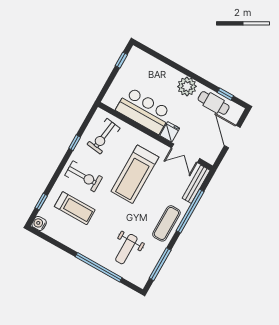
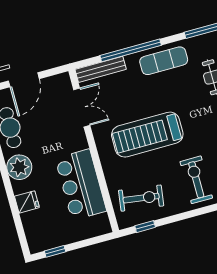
fridge: (170, 132) -> (27, 202), moved, turned 180
window: (75, 143) -> (145, 227), moved
treadmill: (135, 174) -> (147, 135), turned 180

